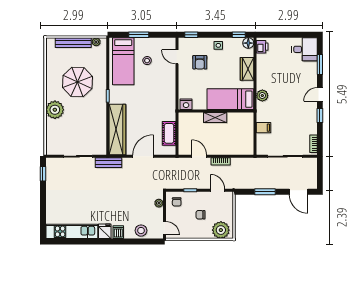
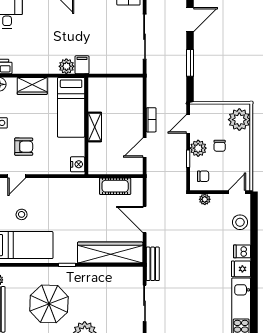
filing cabinet: (263, 128) -> (82, 65), moved
plant: (199, 198) -> (198, 148), added

